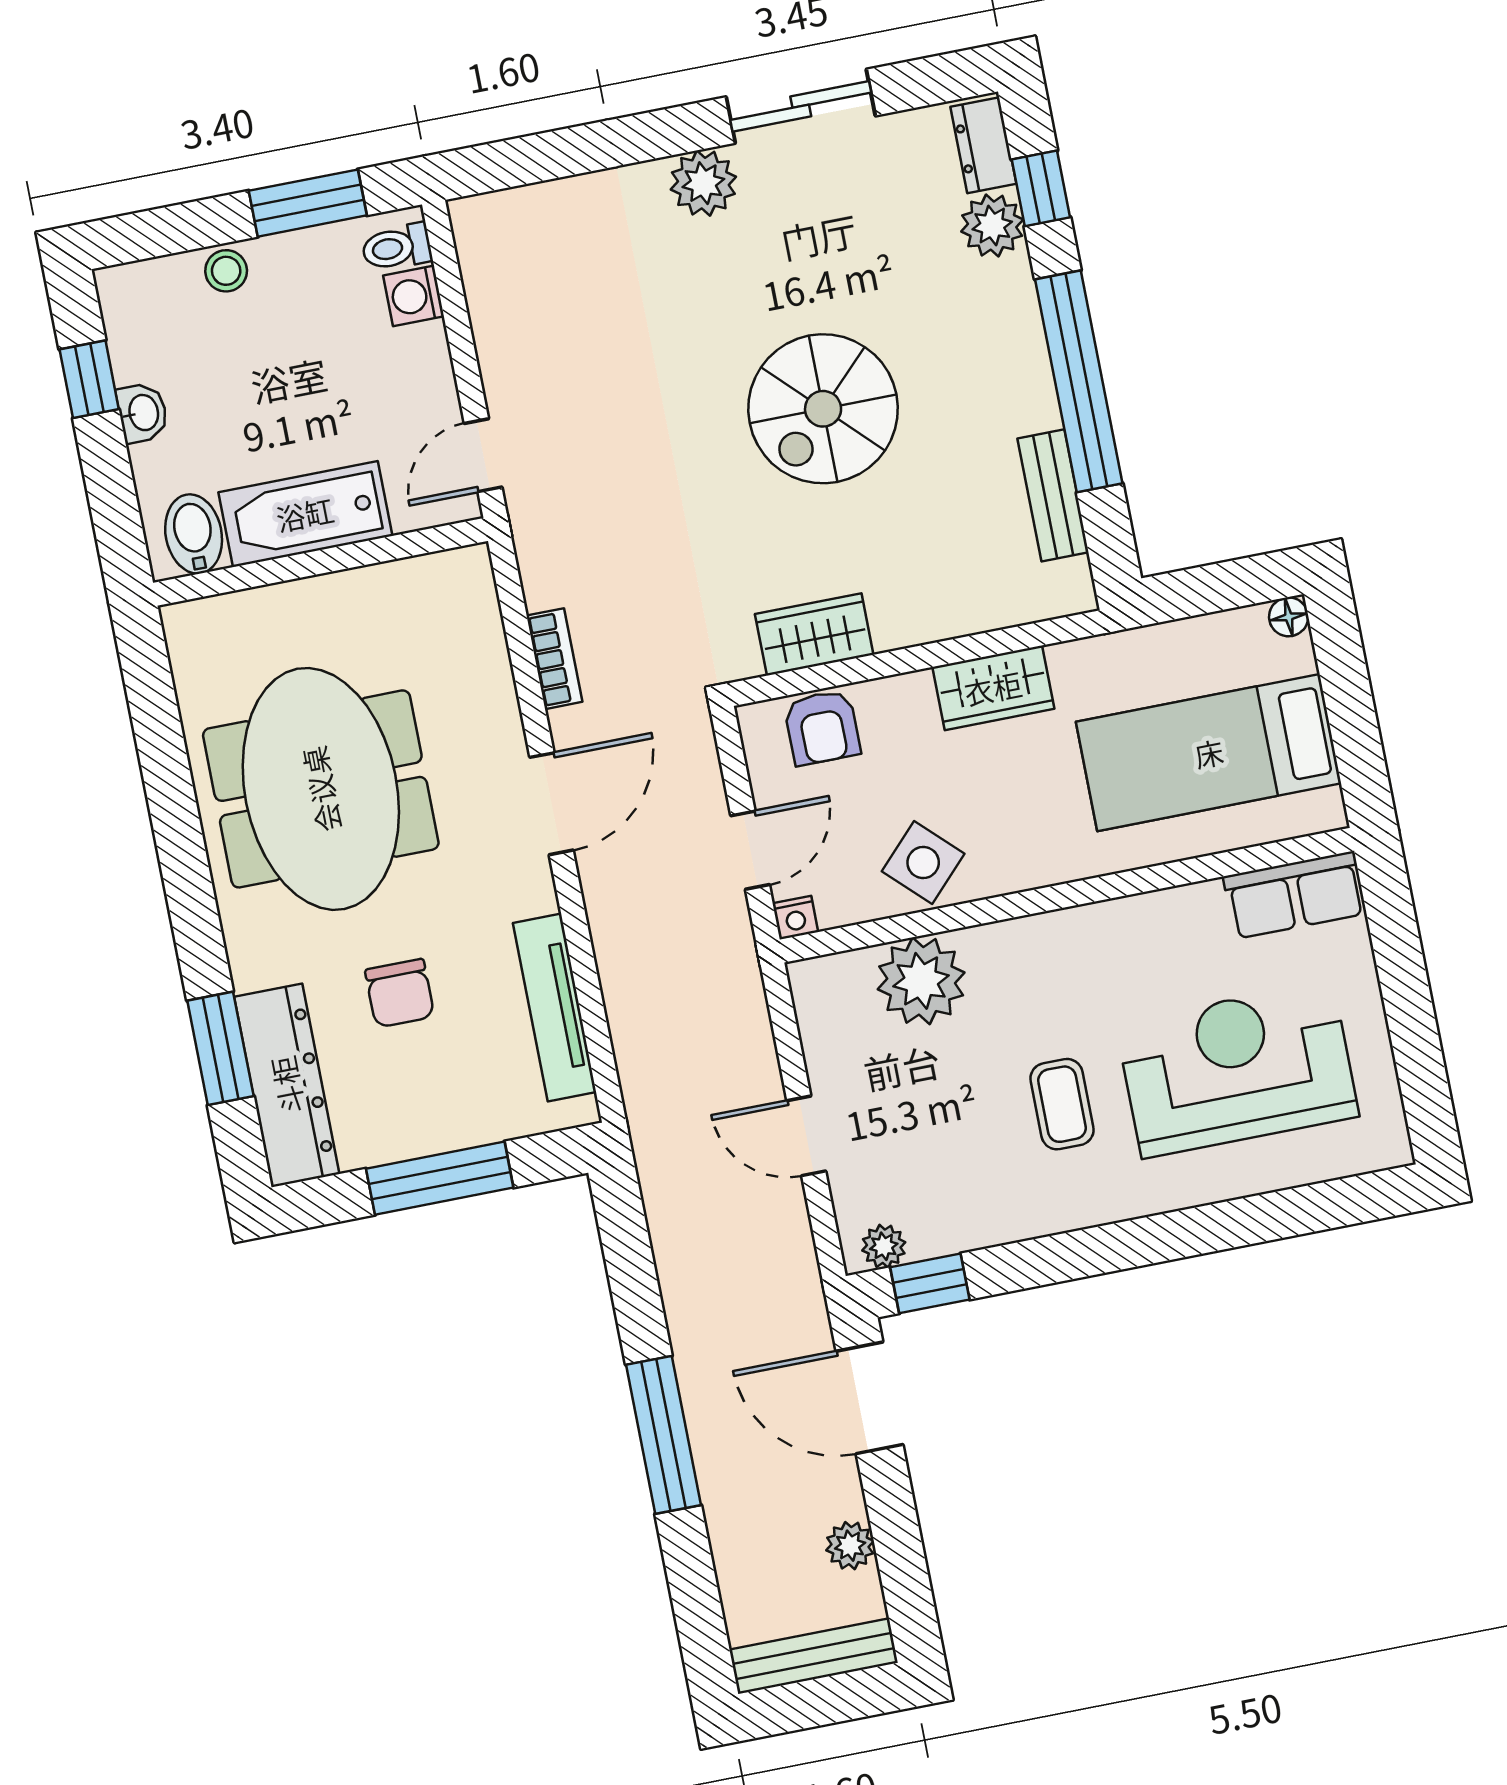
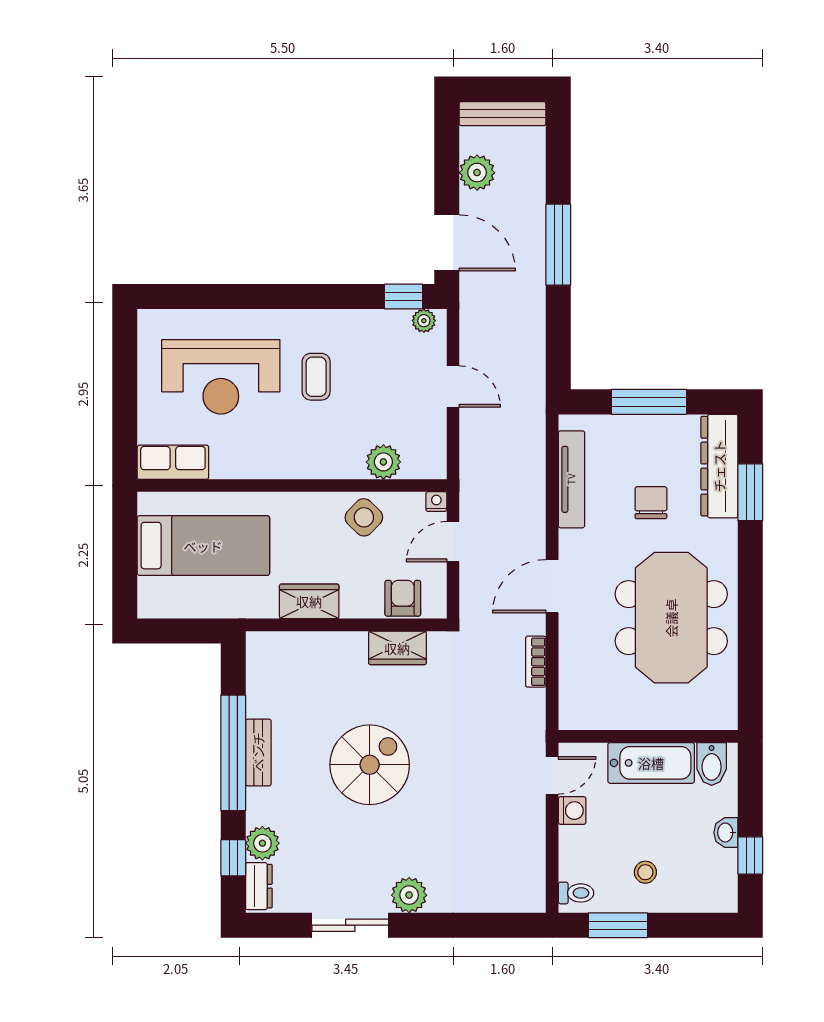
stool: (226, 271) -> (645, 872), moved
washing machine: (414, 296) -> (572, 811), moved
bench: (1053, 495) -> (258, 752), moved
floor lamp: (1289, 617) -> (148, 608), removed
plant: (921, 981) -> (383, 462), width x0.73, depth x0.73
plant: (850, 1546) -> (477, 173), width x1.38, depth x1.38

